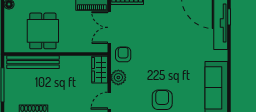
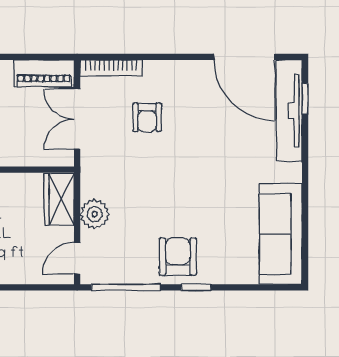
armchair: (123, 54) -> (147, 117), moved, turned 180

